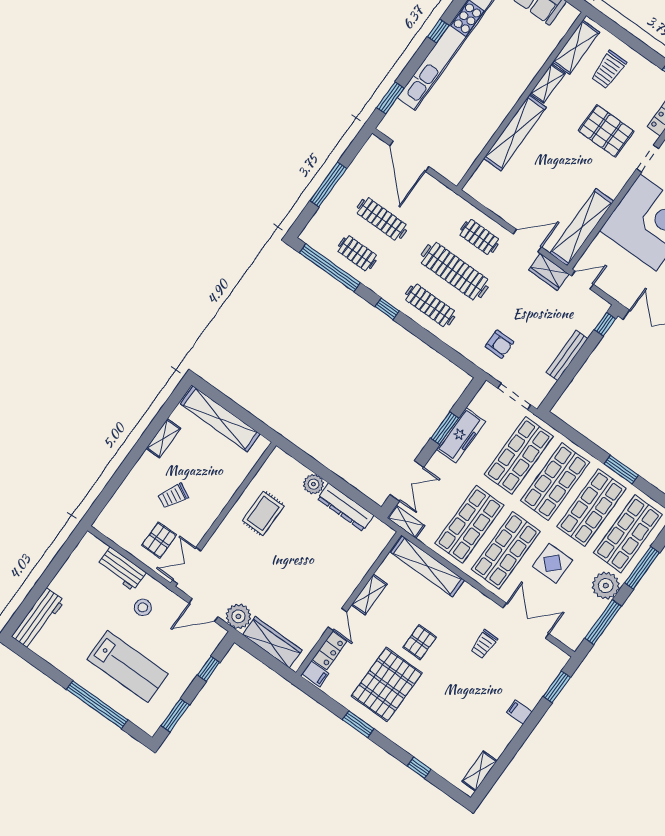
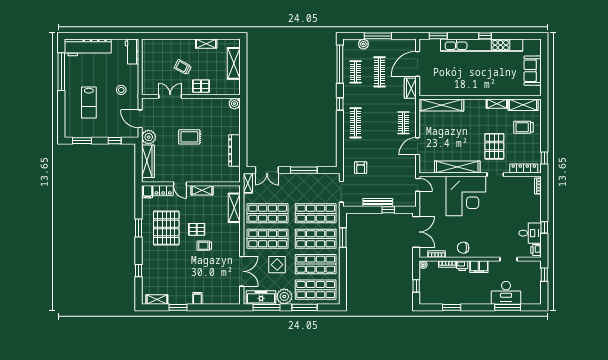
shelving: (515, 133) -> (441, 105), moved
plant: (326, 214) -> (363, 44), added
shelving: (582, 227) -> (457, 167), moved
door: (527, 241) -> (418, 146), swing flipped
clothes rail: (455, 271) -> (380, 123), removed
wardrobe: (549, 272) -> (410, 88), moved
window: (605, 324) -> (388, 210), moved
shelving: (220, 419) -> (234, 63), width x0.68
window: (445, 428) -> (304, 170), width x1.44
freezer: (461, 435) -> (261, 298), moved, turned 180
window: (621, 470) -> (343, 238), moved
plant: (313, 484) -> (235, 104), moved
rug: (263, 513) -> (189, 137), moved
pallet: (159, 540) -> (201, 86), moved
double door: (187, 565) -> (170, 96), moved
shelving: (427, 566) -> (234, 208), width x0.68
workbench: (122, 569) -> (132, 52), moved
workbench: (38, 619) -> (88, 47), width x1.36, depth x1.32
door: (337, 619) -> (180, 184), hinge flipped
trolley: (484, 644) -> (204, 246), moved
lab bench: (128, 667) -> (89, 103), width x0.73, depth x0.72
pallet: (387, 684) -> (166, 228), turned 90
window: (557, 687) -> (178, 307), moved
window: (97, 705) -> (61, 72), moved

